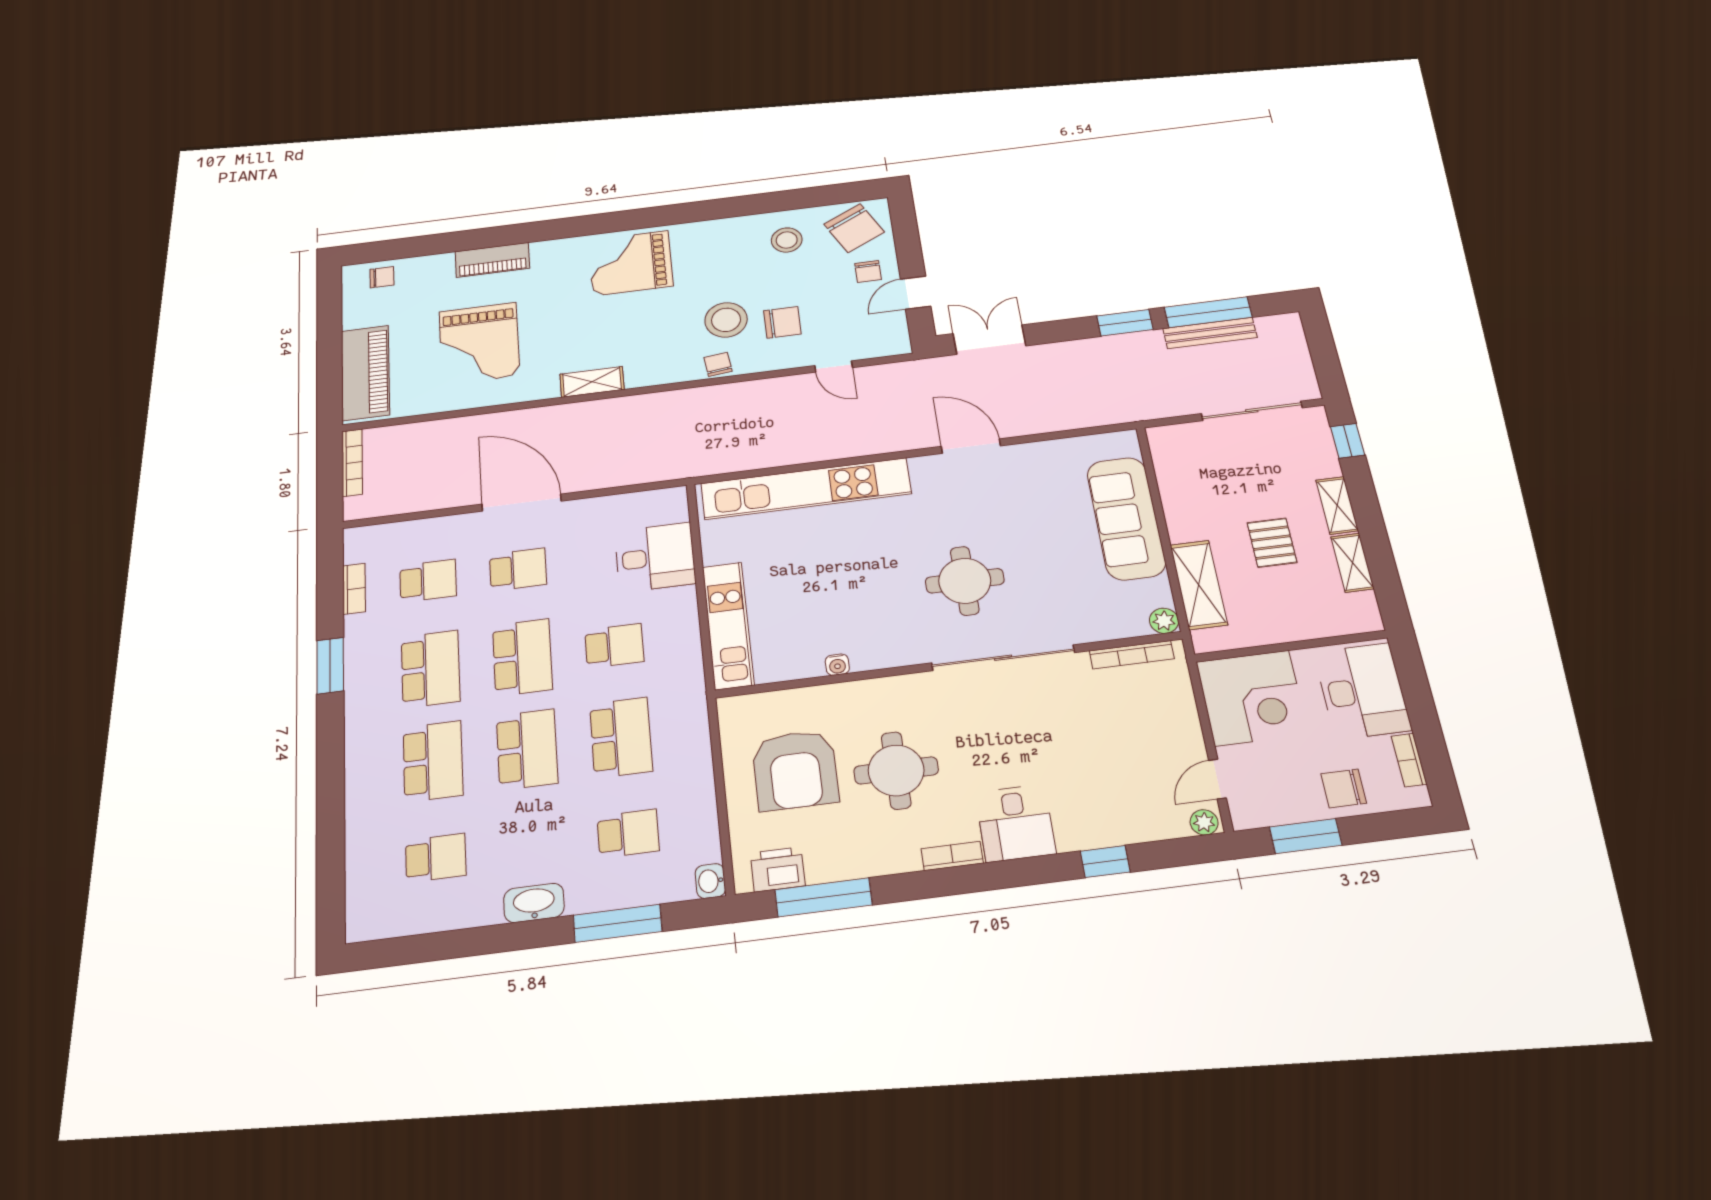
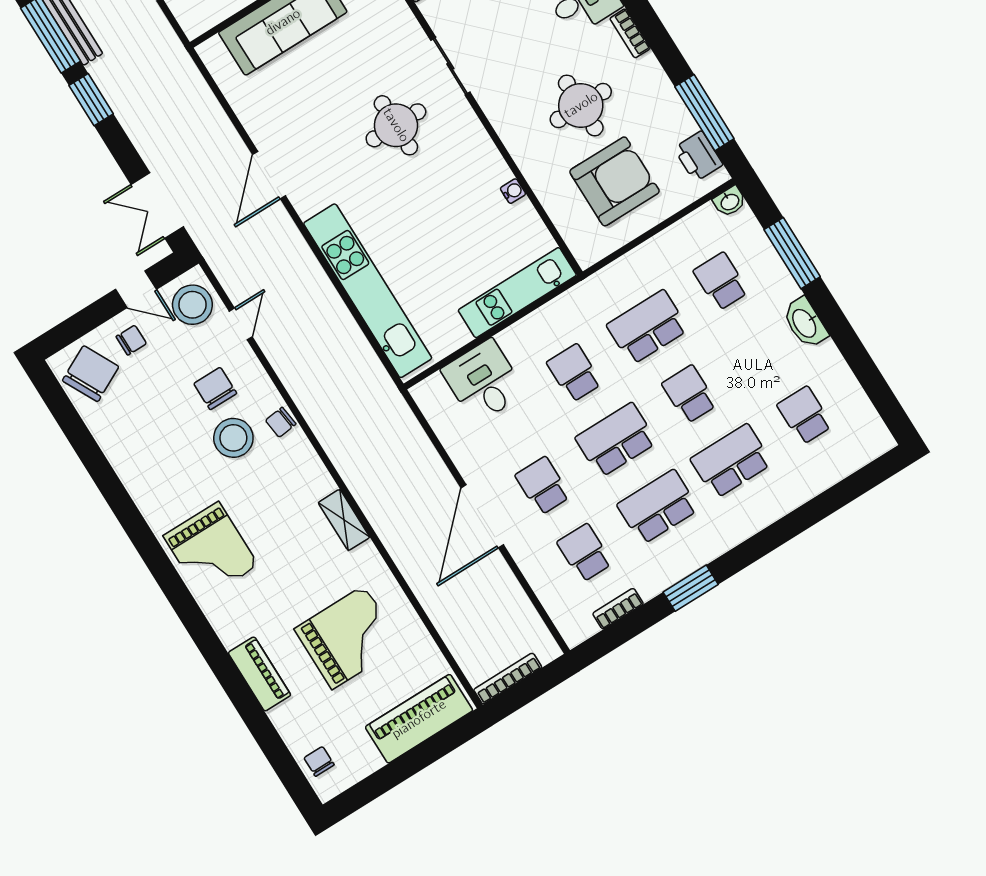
stool: (787, 240) -> (192, 305), moved, width x1.38, depth x1.38
sliding door: (1003, 658) -> (450, 66), width x0.54
school desk: (527, 749) -> (689, 394), width x0.54

